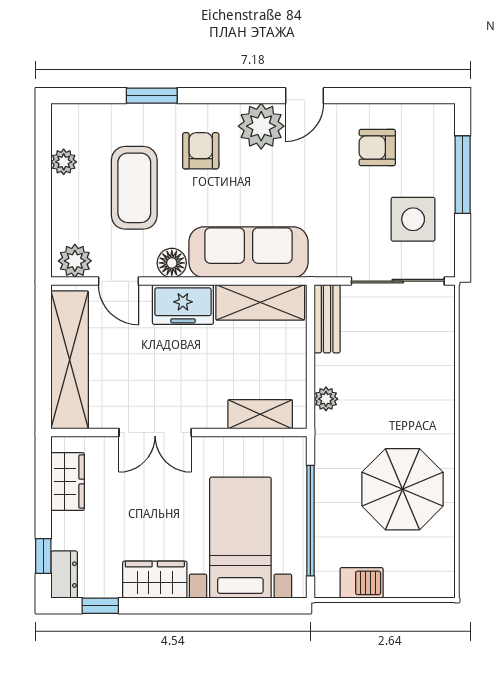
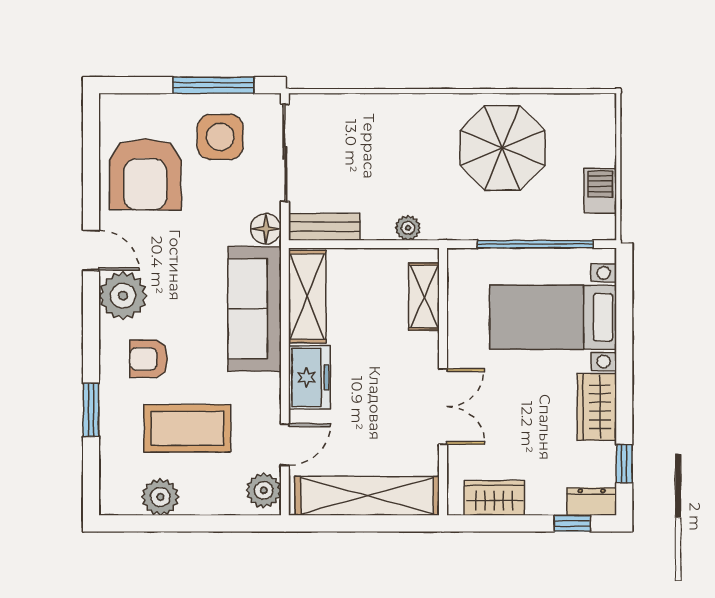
armchair: (377, 147) -> (145, 174), width x1.88, depth x1.88
plant: (64, 162) -> (160, 497), width x1.38, depth x1.38
window: (463, 175) -> (213, 85), moved
floor lamp: (172, 263) -> (266, 229), moved

